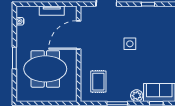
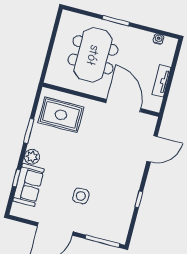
side table: (130, 44) -> (81, 196), moved
rug: (98, 82) -> (61, 115), width x1.36, depth x1.43

